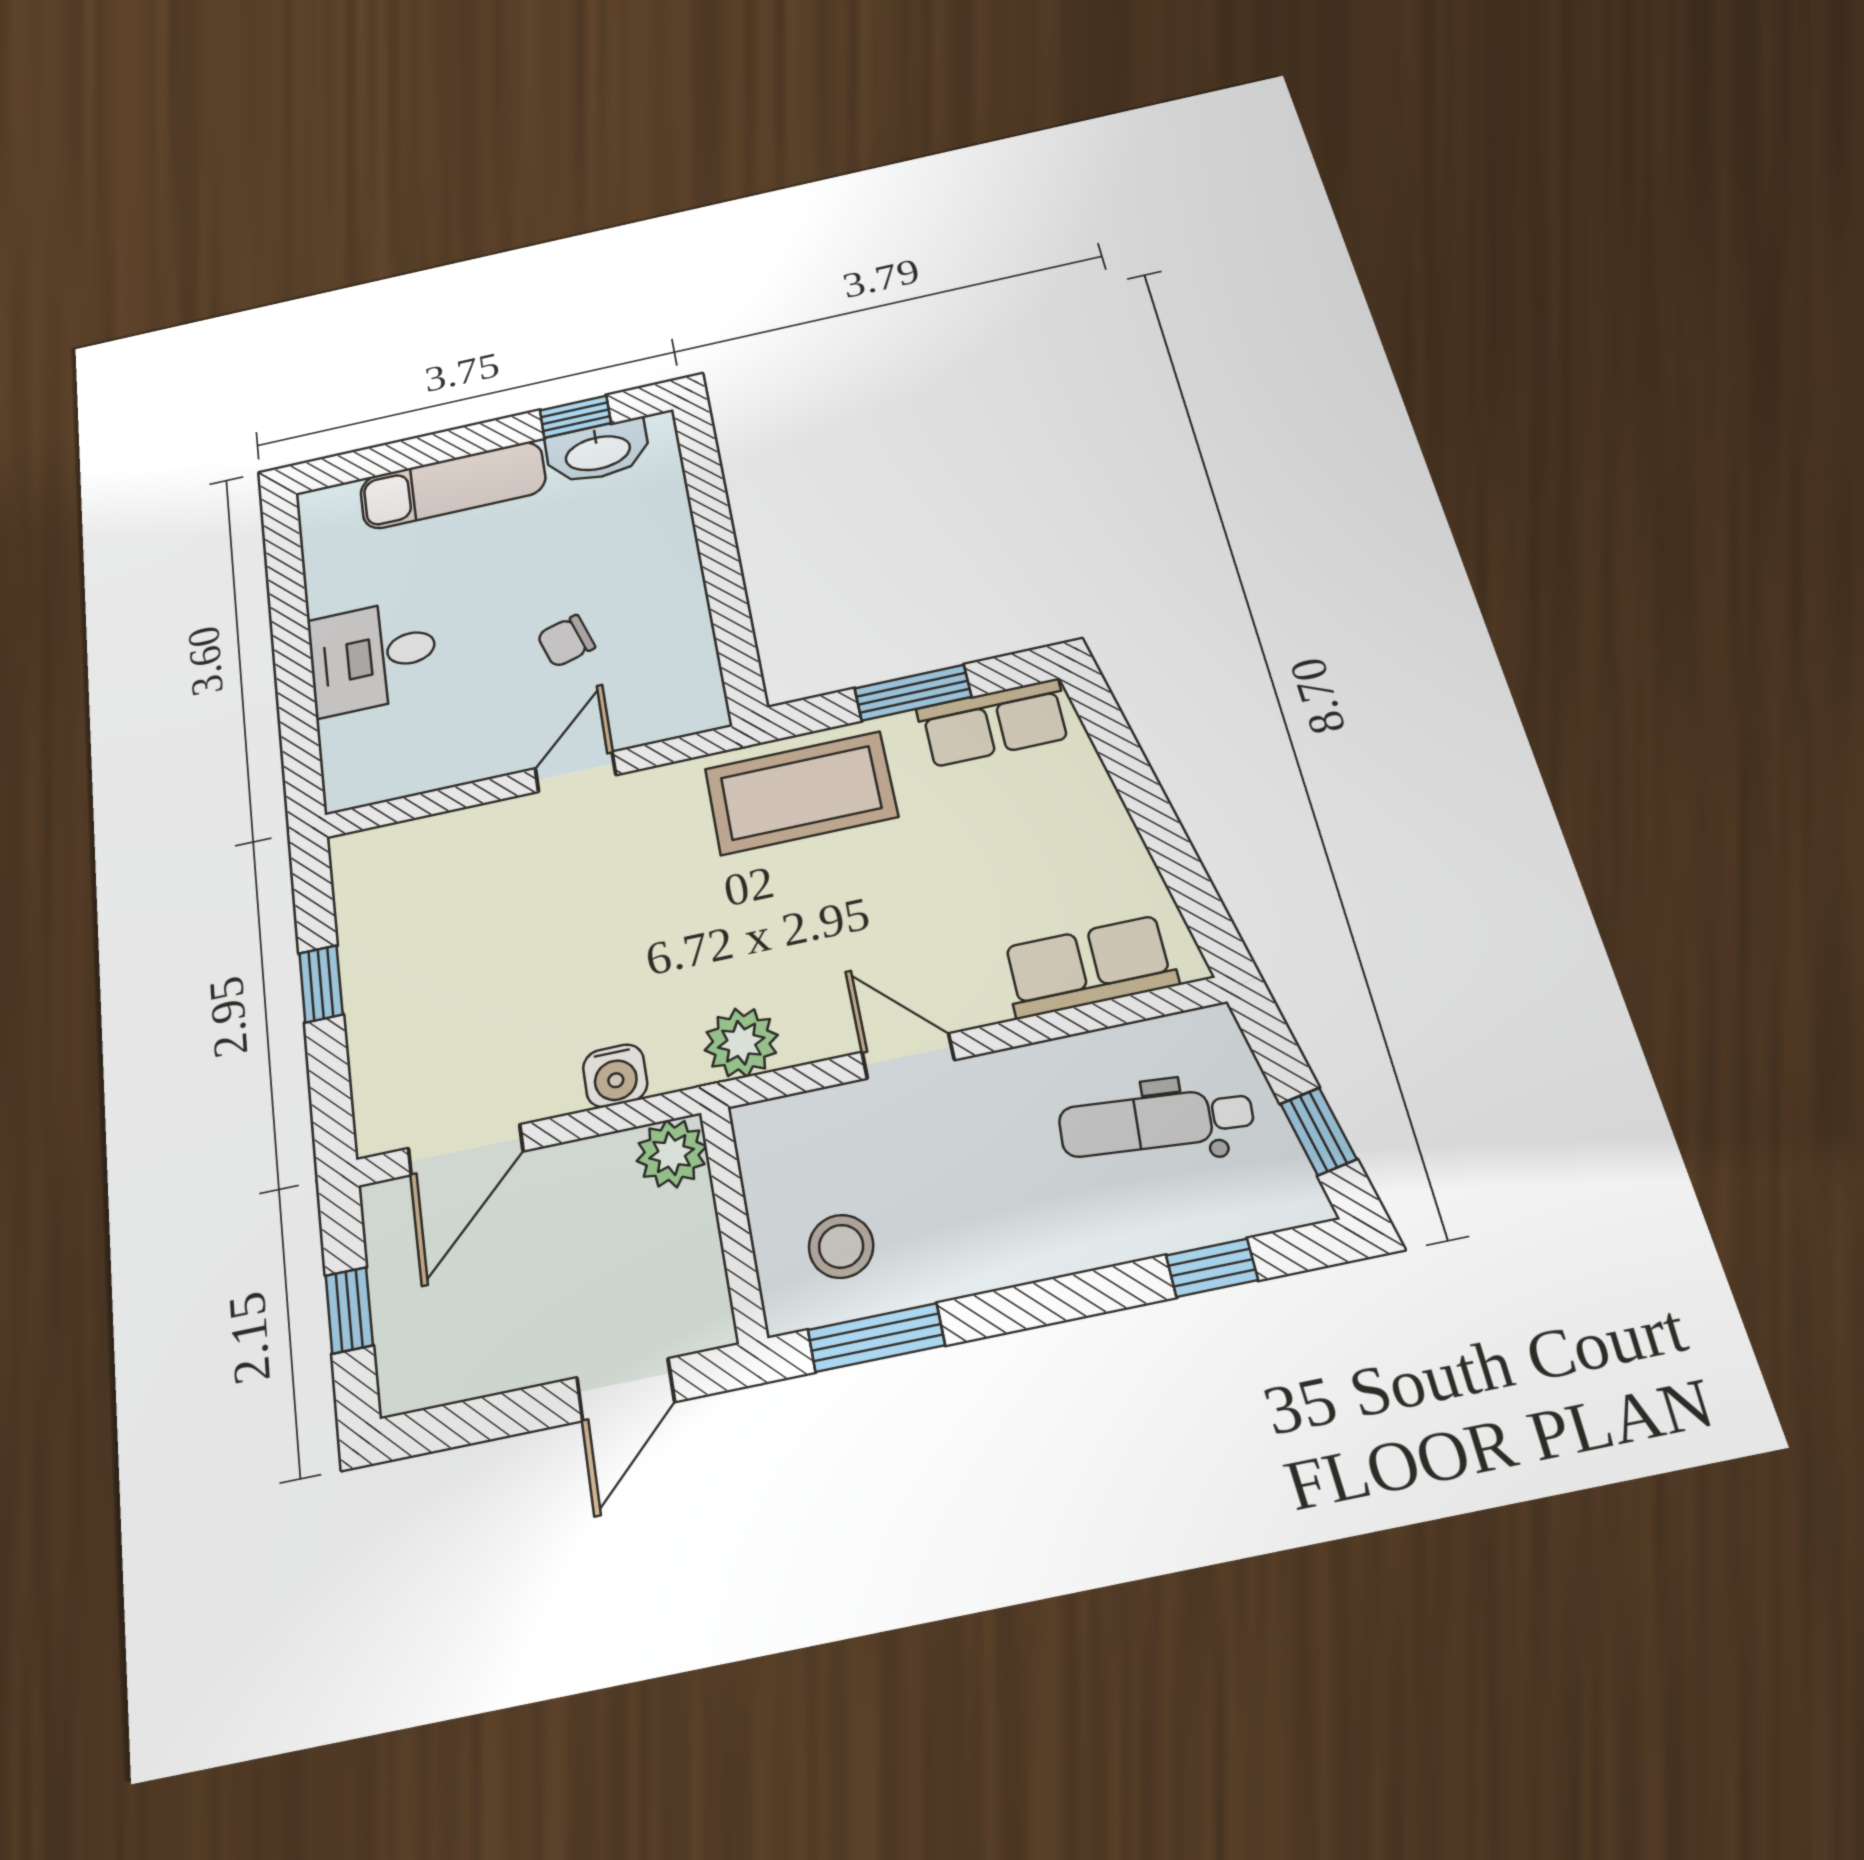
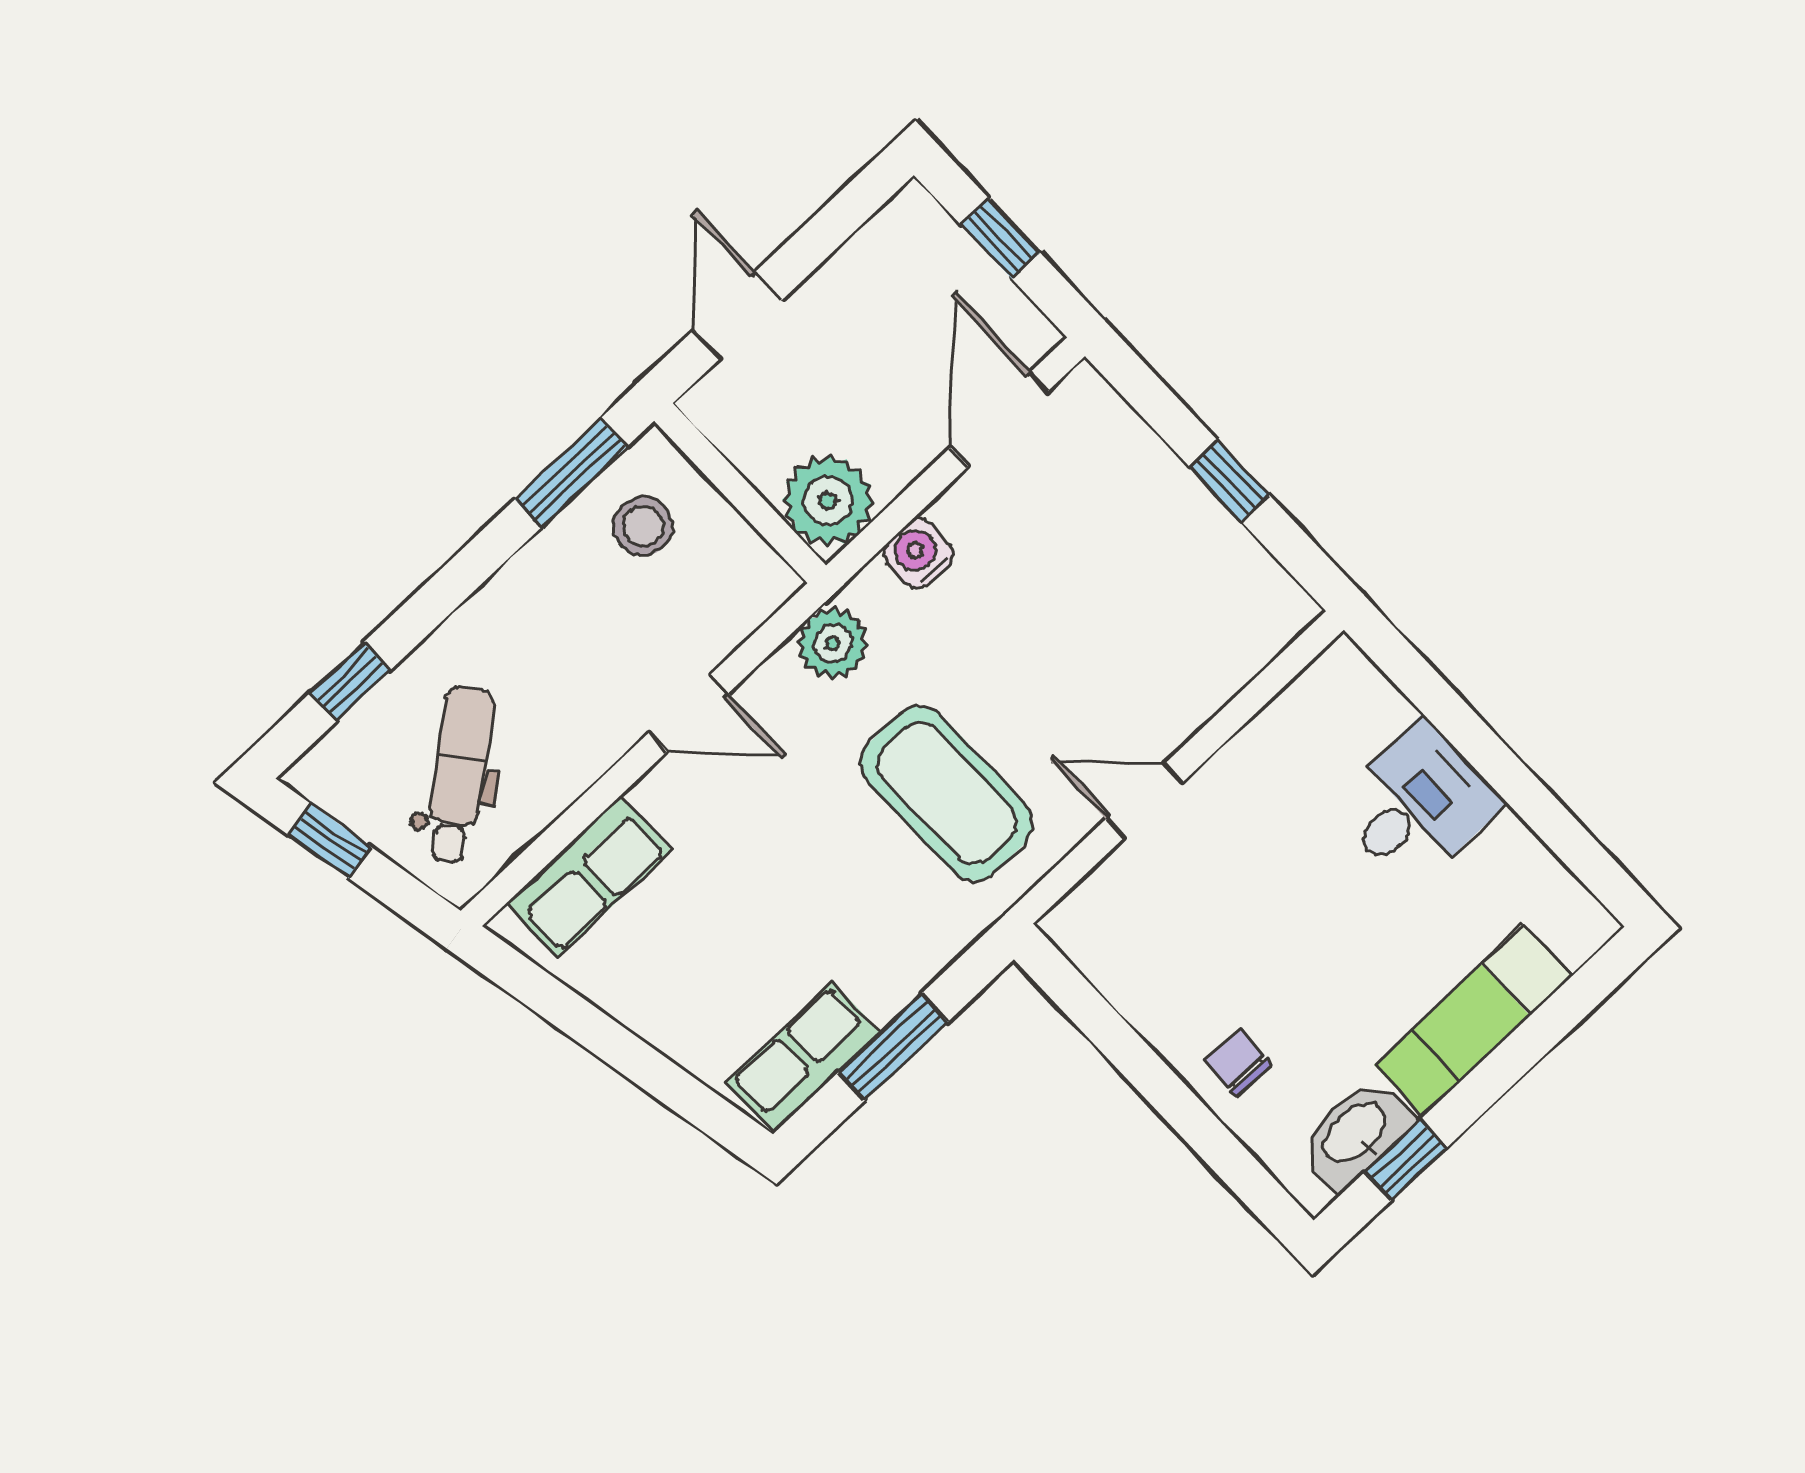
chair: (566, 641) -> (1238, 1062), moved, turned -71
door: (575, 772) -> (1145, 800), swing flipped
coffee table: (801, 793) -> (947, 793), moved, turned 90
dental chair: (1156, 1122) -> (459, 775), turned -43
plant: (672, 1154) -> (828, 501), width x1.36, depth x1.36

